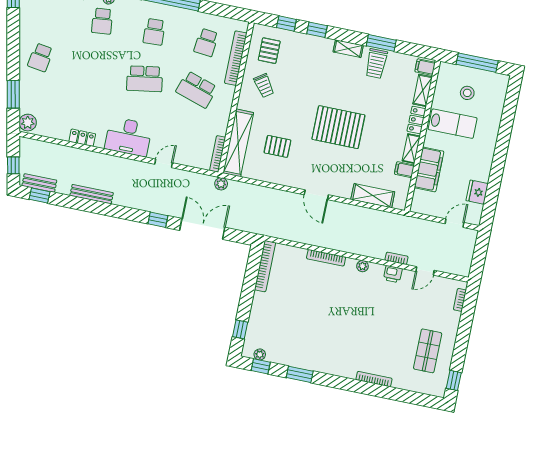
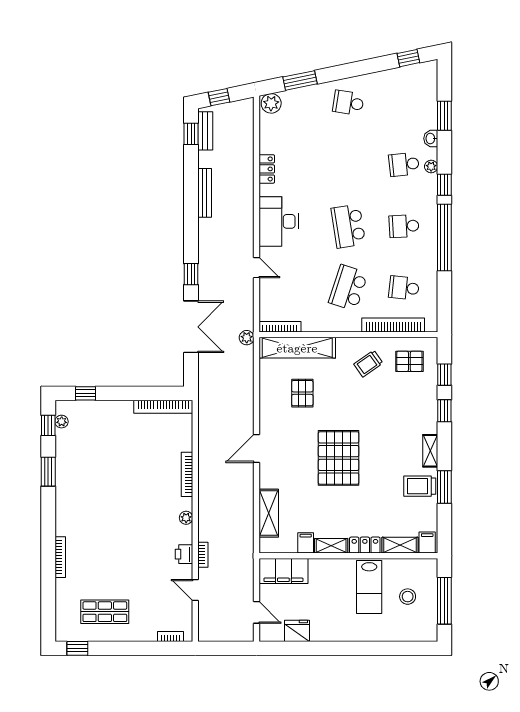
filing cabinet: (429, 169) -> (283, 571), moved

